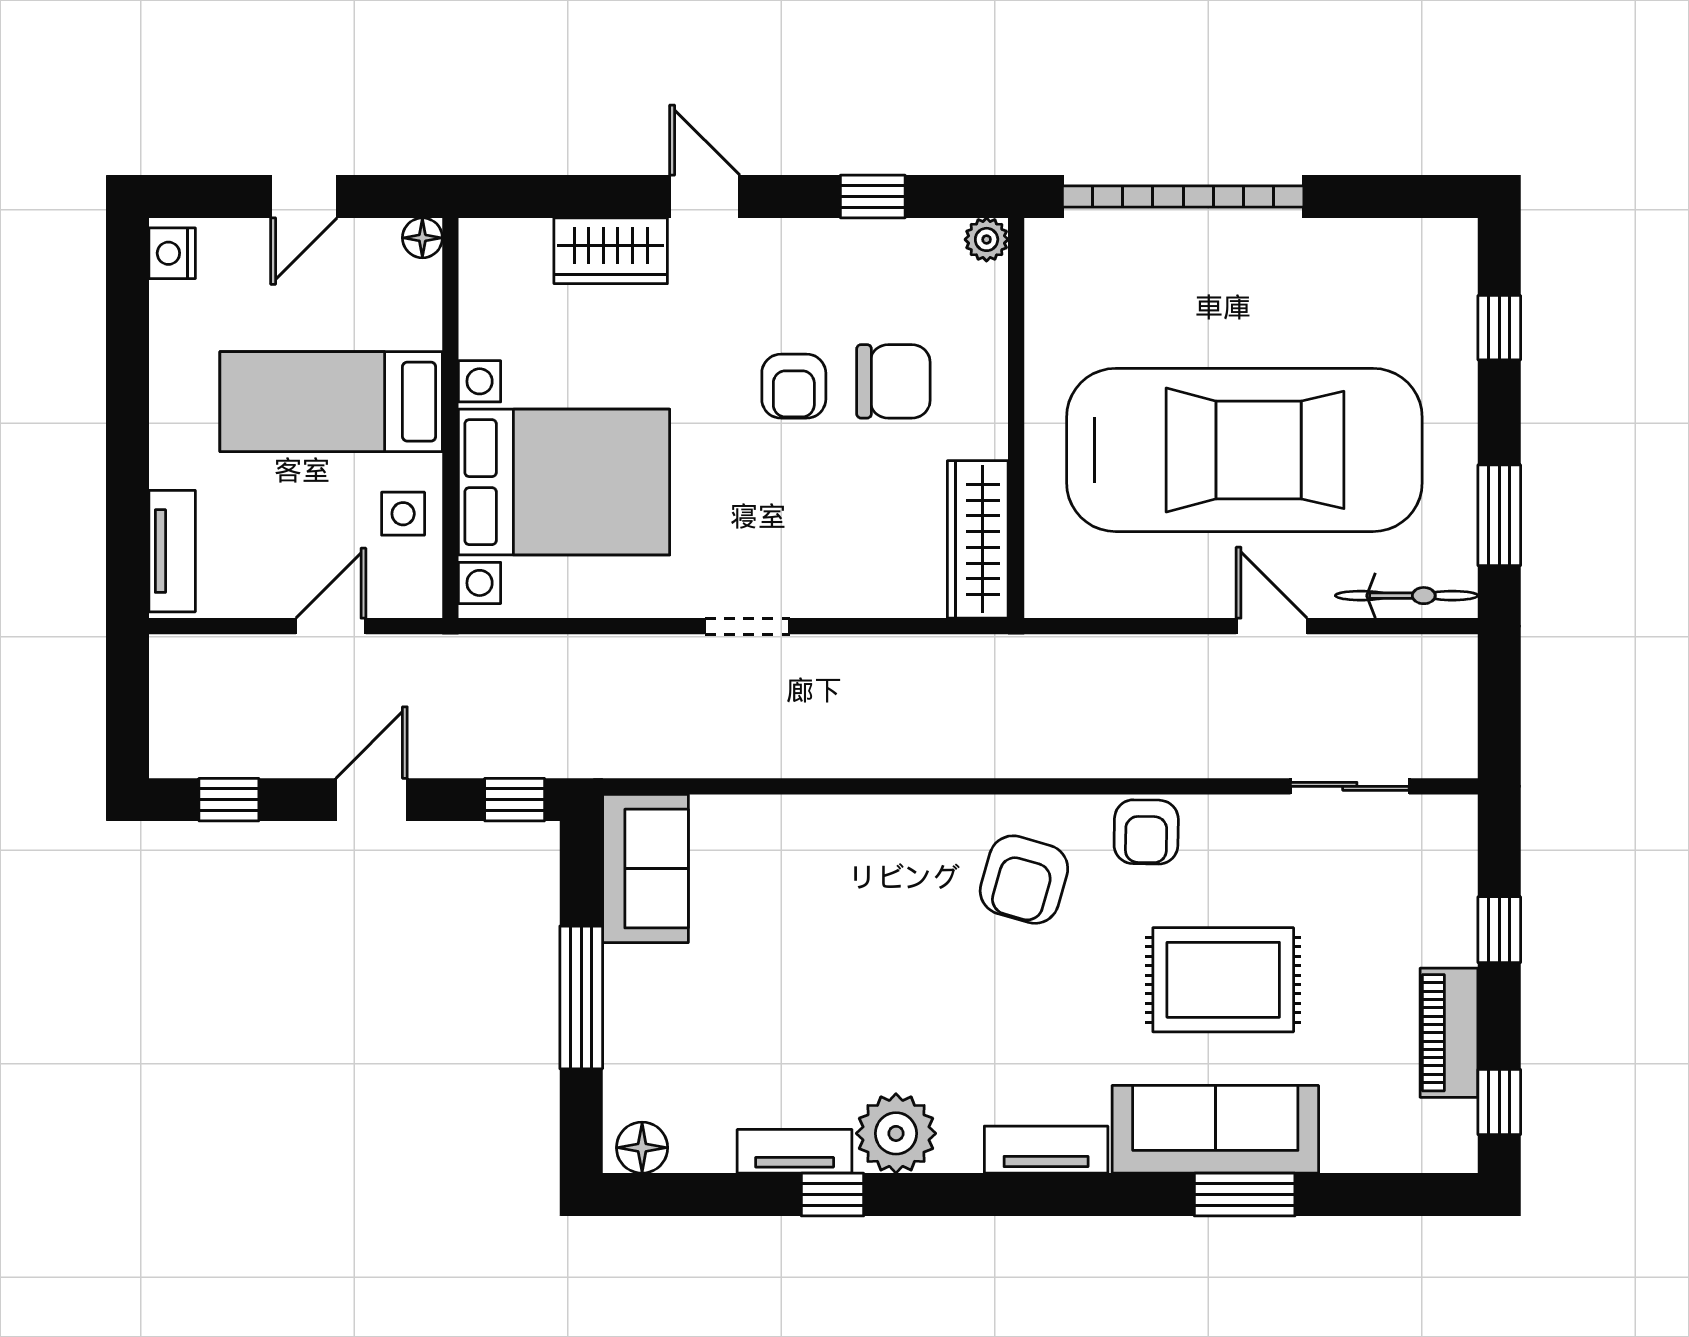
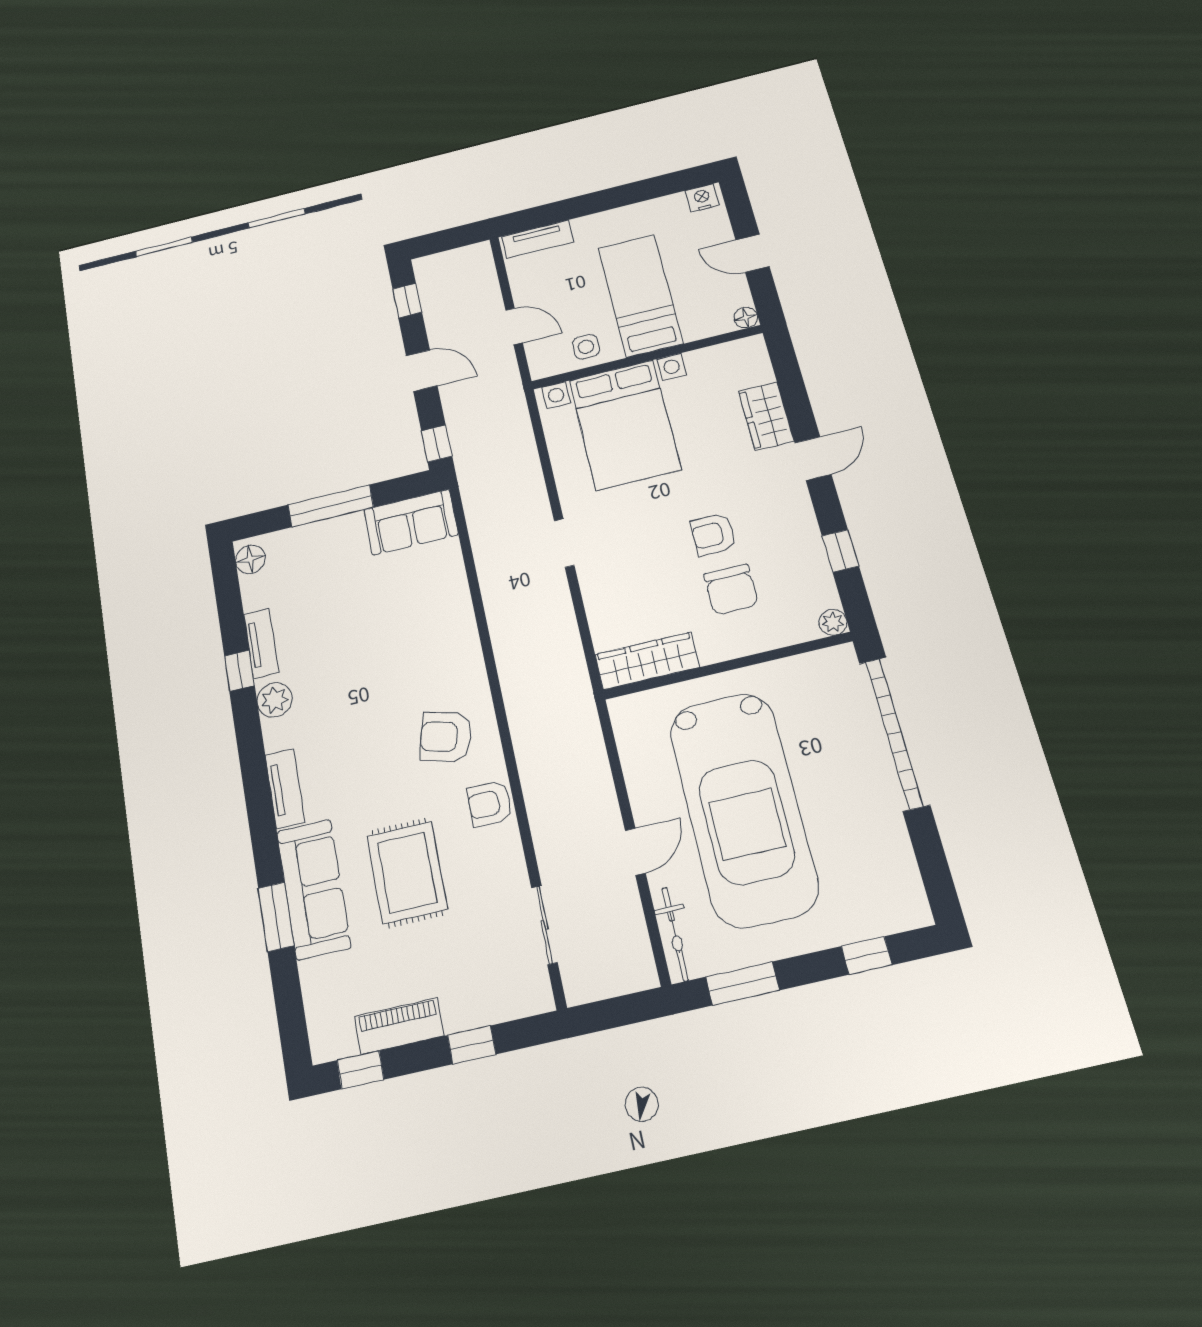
plant: (896, 1133) -> (275, 700), width x0.73, depth x0.73

